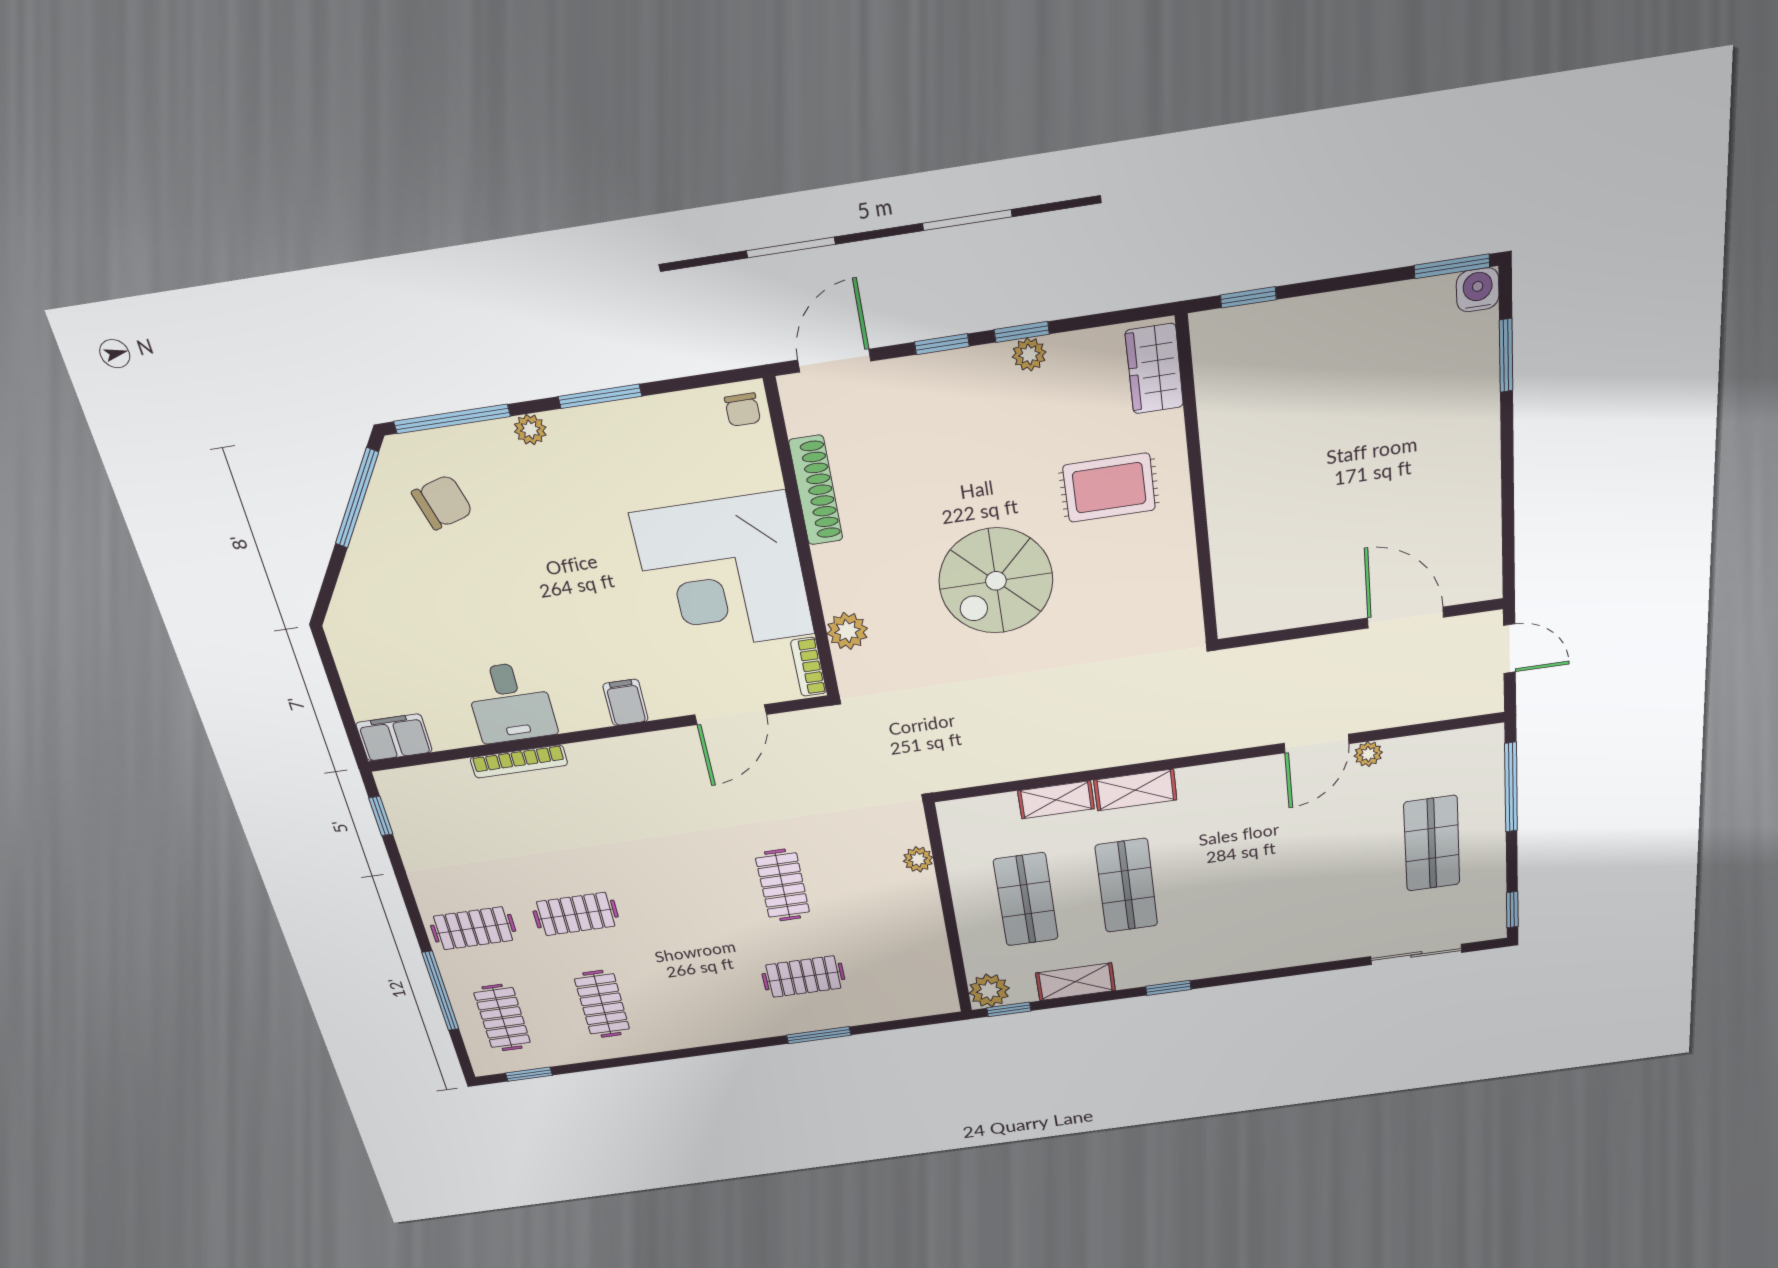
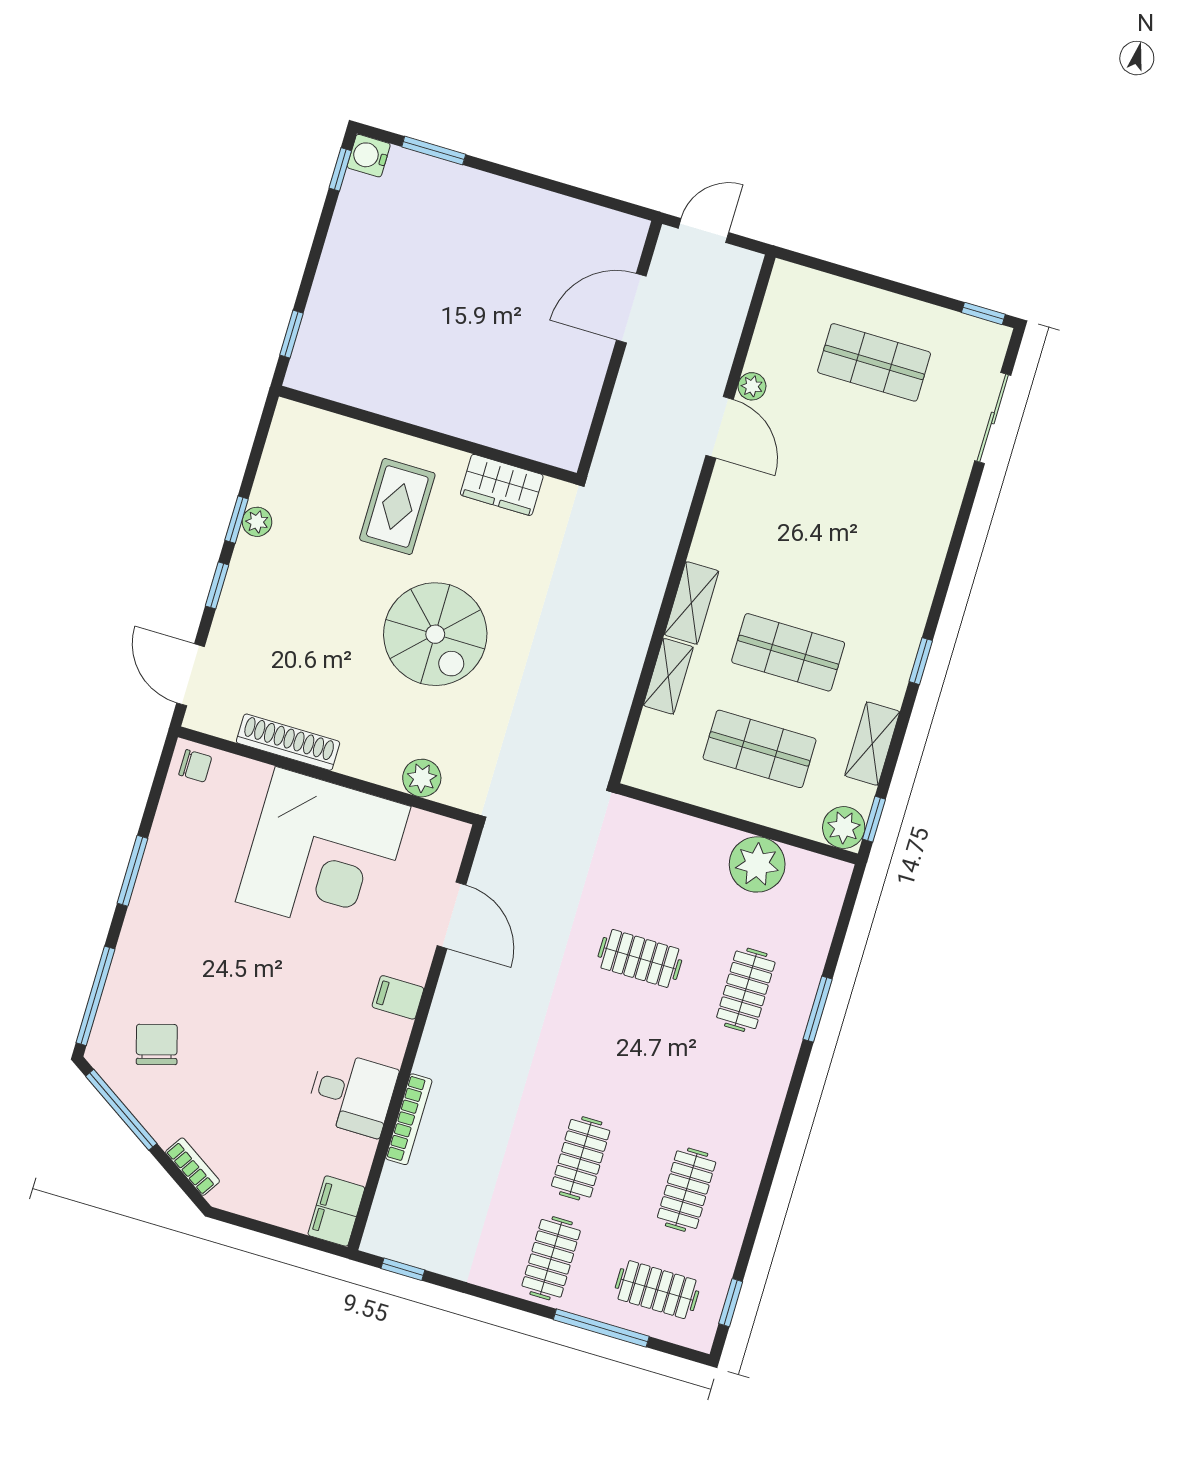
window: (1452, 266) -> (340, 169), width x0.67
wardrobe: (1154, 369) -> (502, 485), moved
plant: (530, 430) -> (132, 940), removed
bookcase: (809, 667) -> (193, 1167), moved, turned -147
window: (1511, 787) -> (847, 273), removed
plant: (918, 859) -> (757, 864), moved, width x1.87, depth x1.87
clothes rail: (602, 1004) -> (687, 1190), turned 90

